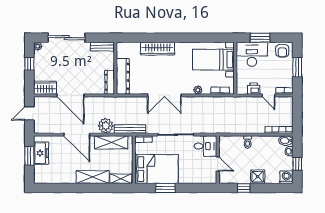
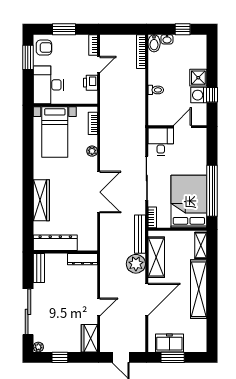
window: (260, 38) -> (28, 57), moved
dresser: (123, 76) -> (55, 243), moved
door: (71, 95) -> (99, 307), width x0.53
shelving: (93, 177) -> (199, 289), width x1.47
washing machine: (286, 177) -> (199, 95), moved
window: (165, 188) -> (212, 191), width x2.11

